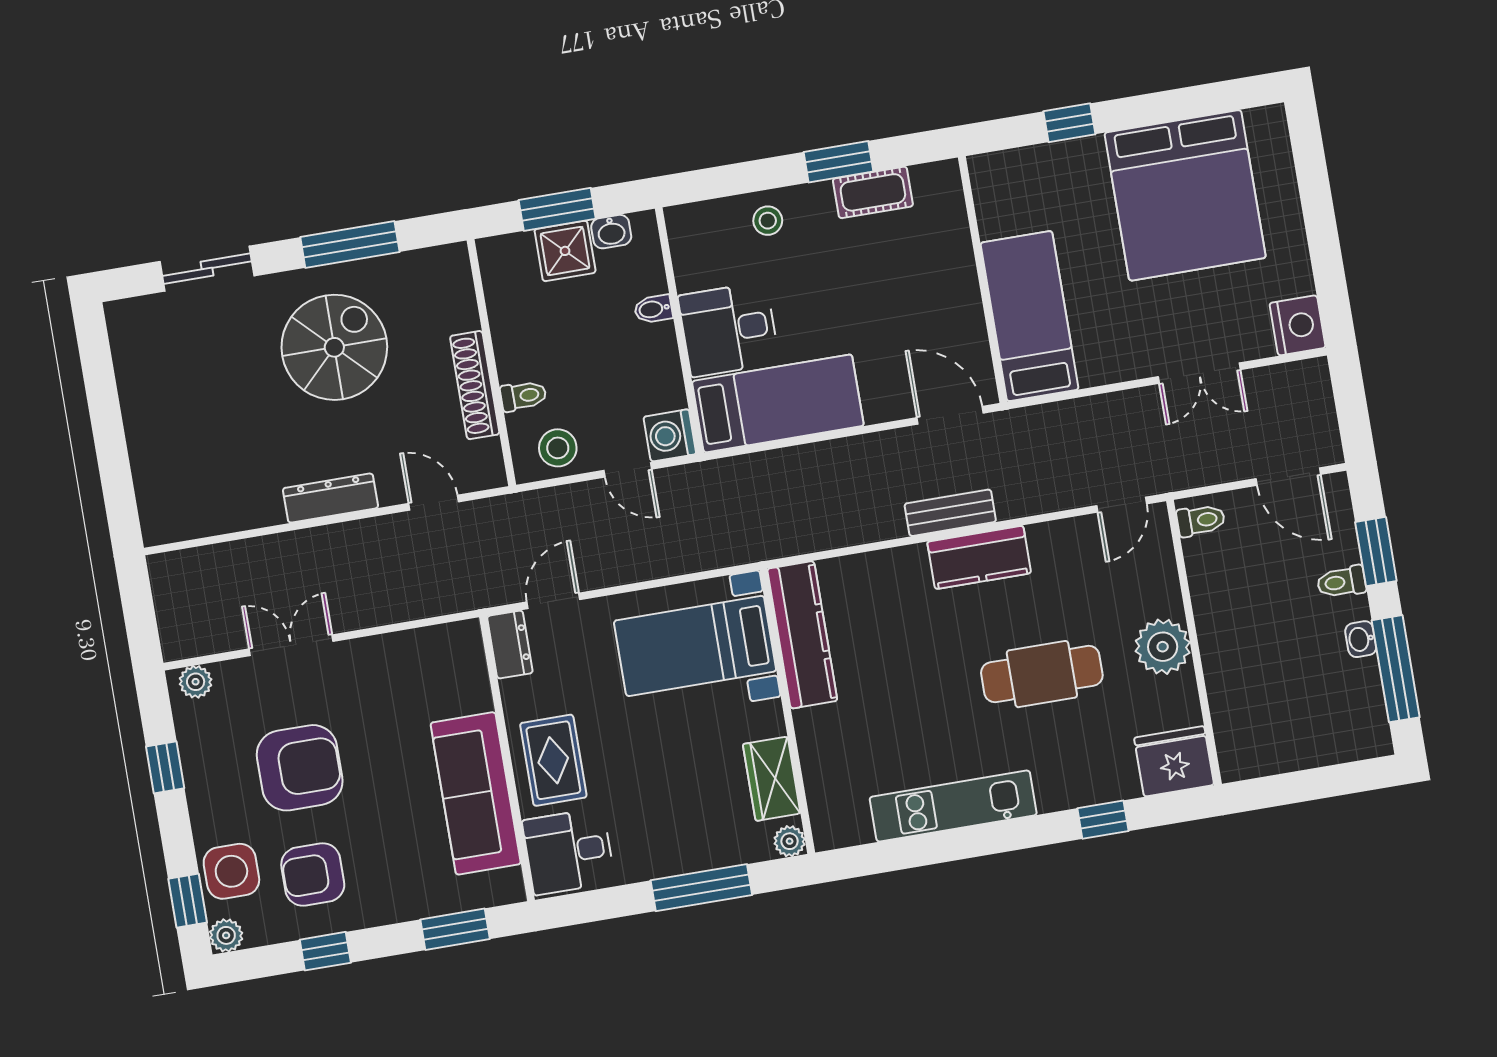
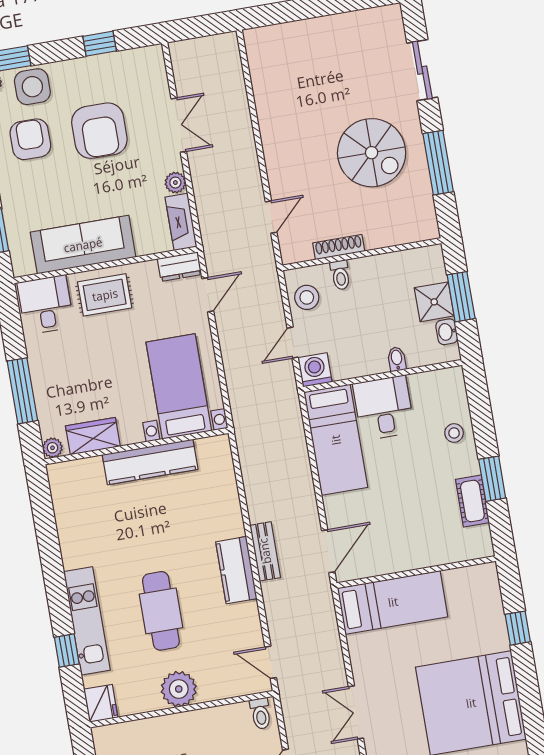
shoe rack: (475, 385) -> (339, 247), width x0.74, depth x0.81
dresser: (330, 498) -> (274, 150), removed
door: (553, 601) -> (208, 295), hinge flipped
kitchen counter: (802, 635) -> (150, 462), moved
fireplace: (441, 642) -> (181, 222), added
plant: (196, 682) -> (175, 183), moved
fridge: (1174, 761) -> (101, 703), width x0.73, depth x0.75
kitchen unit: (953, 806) -> (87, 621), moved

